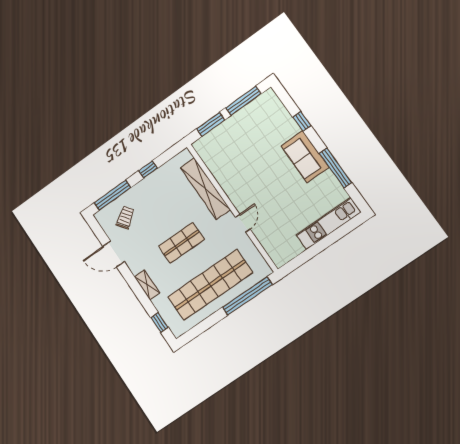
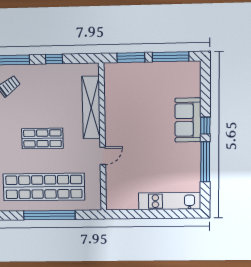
window: (302, 121) -> (205, 126), moved
sofa: (305, 157) -> (188, 120), moved
window: (247, 296) -> (49, 215), moved

